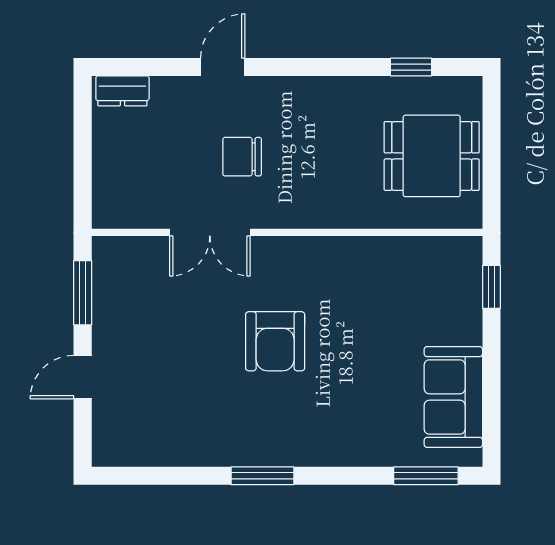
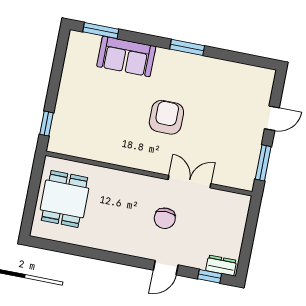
window: (411, 67) -> (210, 276), moved
dining table: (432, 156) -> (64, 199), turned 90
chair: (242, 157) -> (165, 218), turned 90
sofa: (453, 397) -> (126, 56), moved, turned 90

